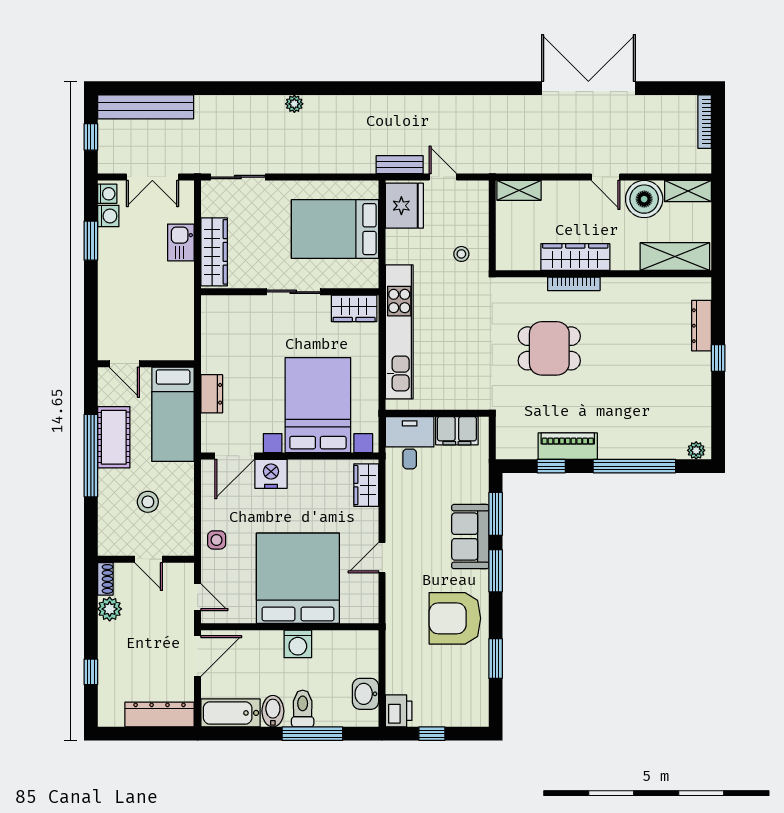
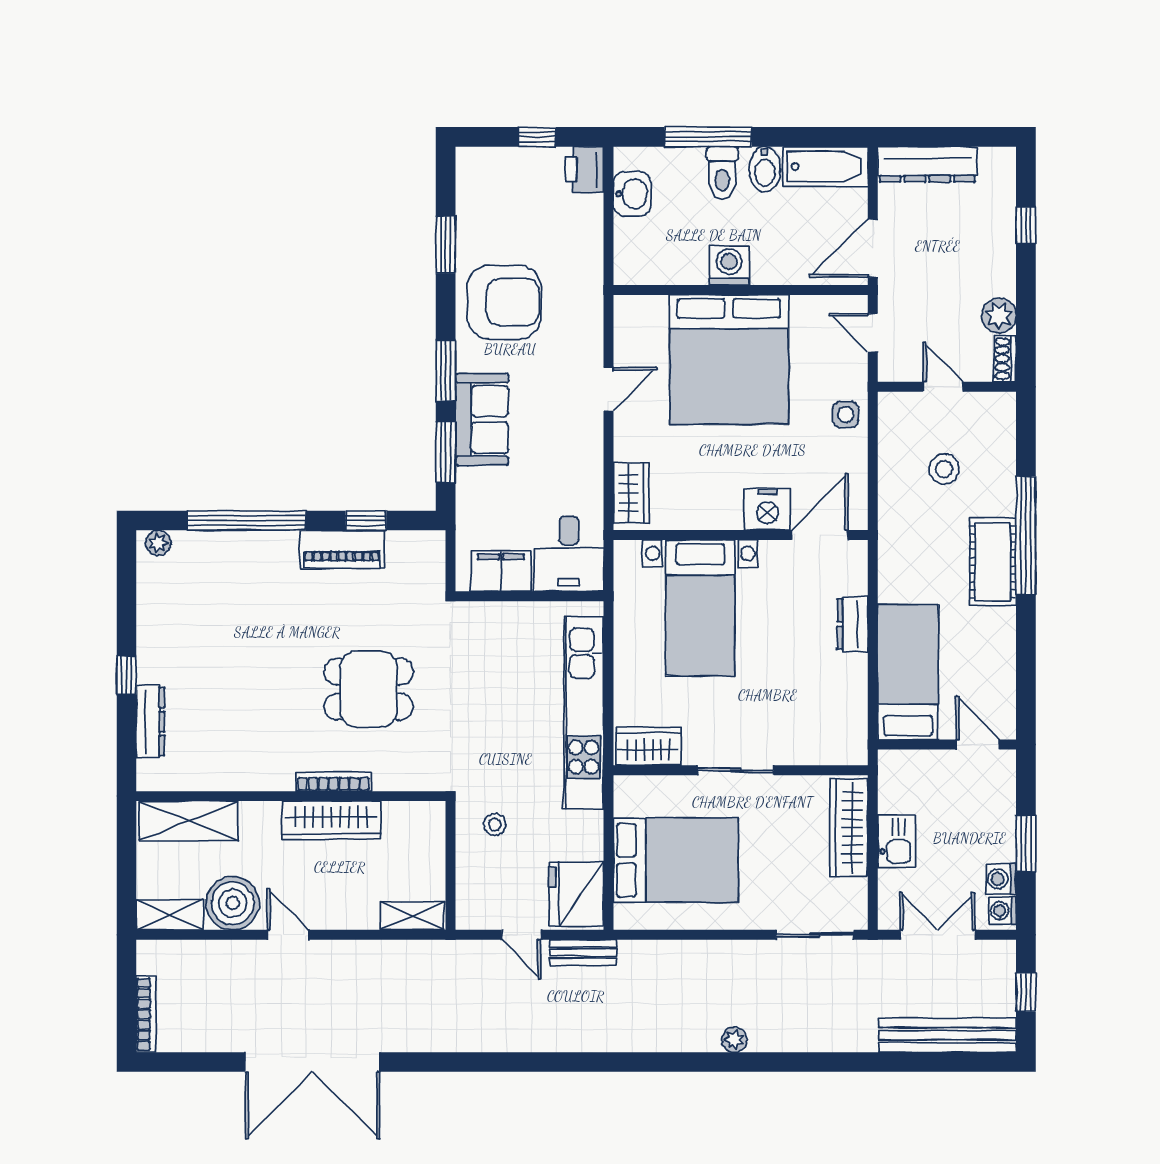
door: (124, 364) -> (978, 745), moved
wall: (146, 364) -> (947, 745), moved
bed with nightstands: (318, 405) -> (700, 608), width x0.73
bed: (173, 414) -> (908, 672), moved

